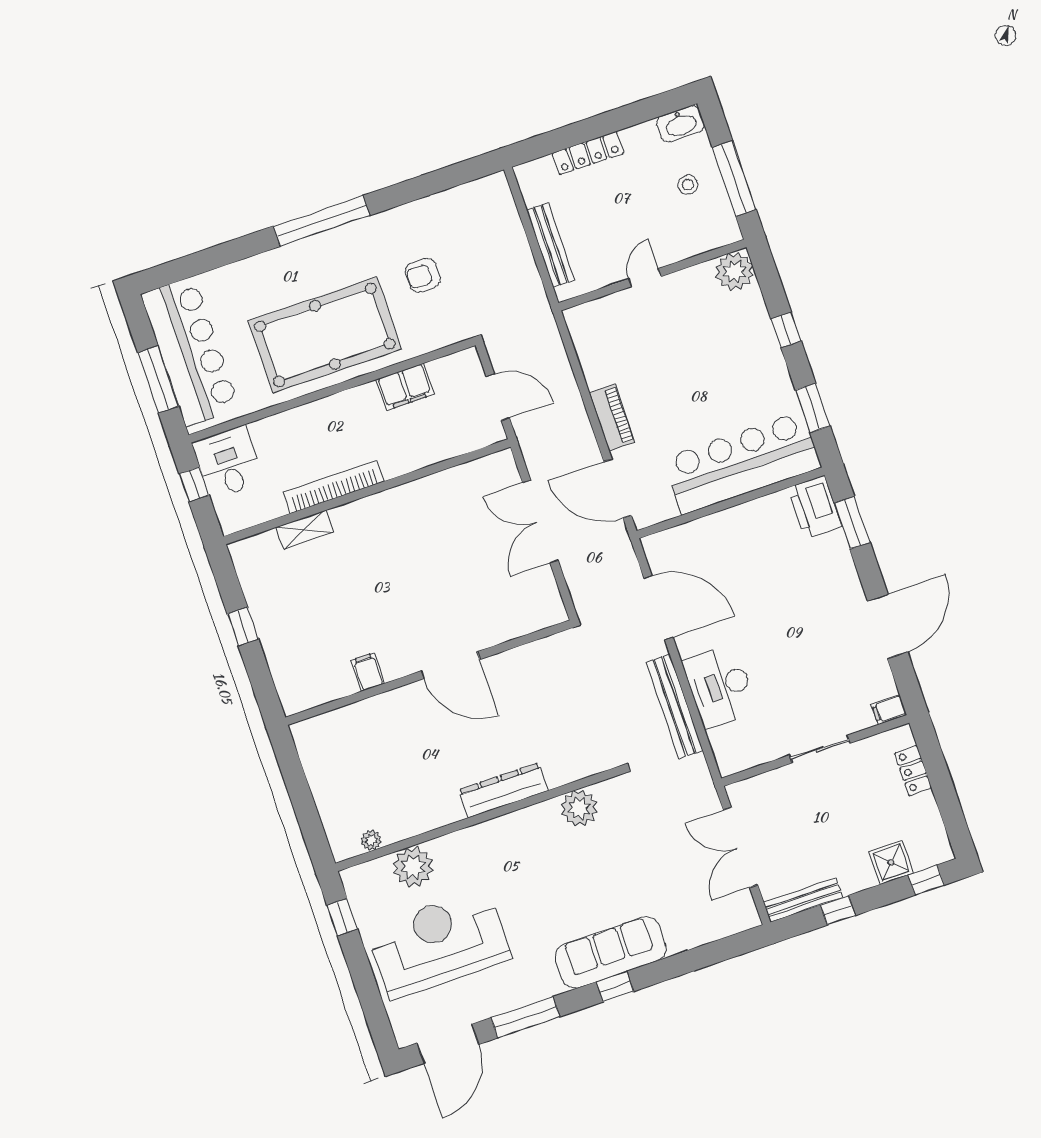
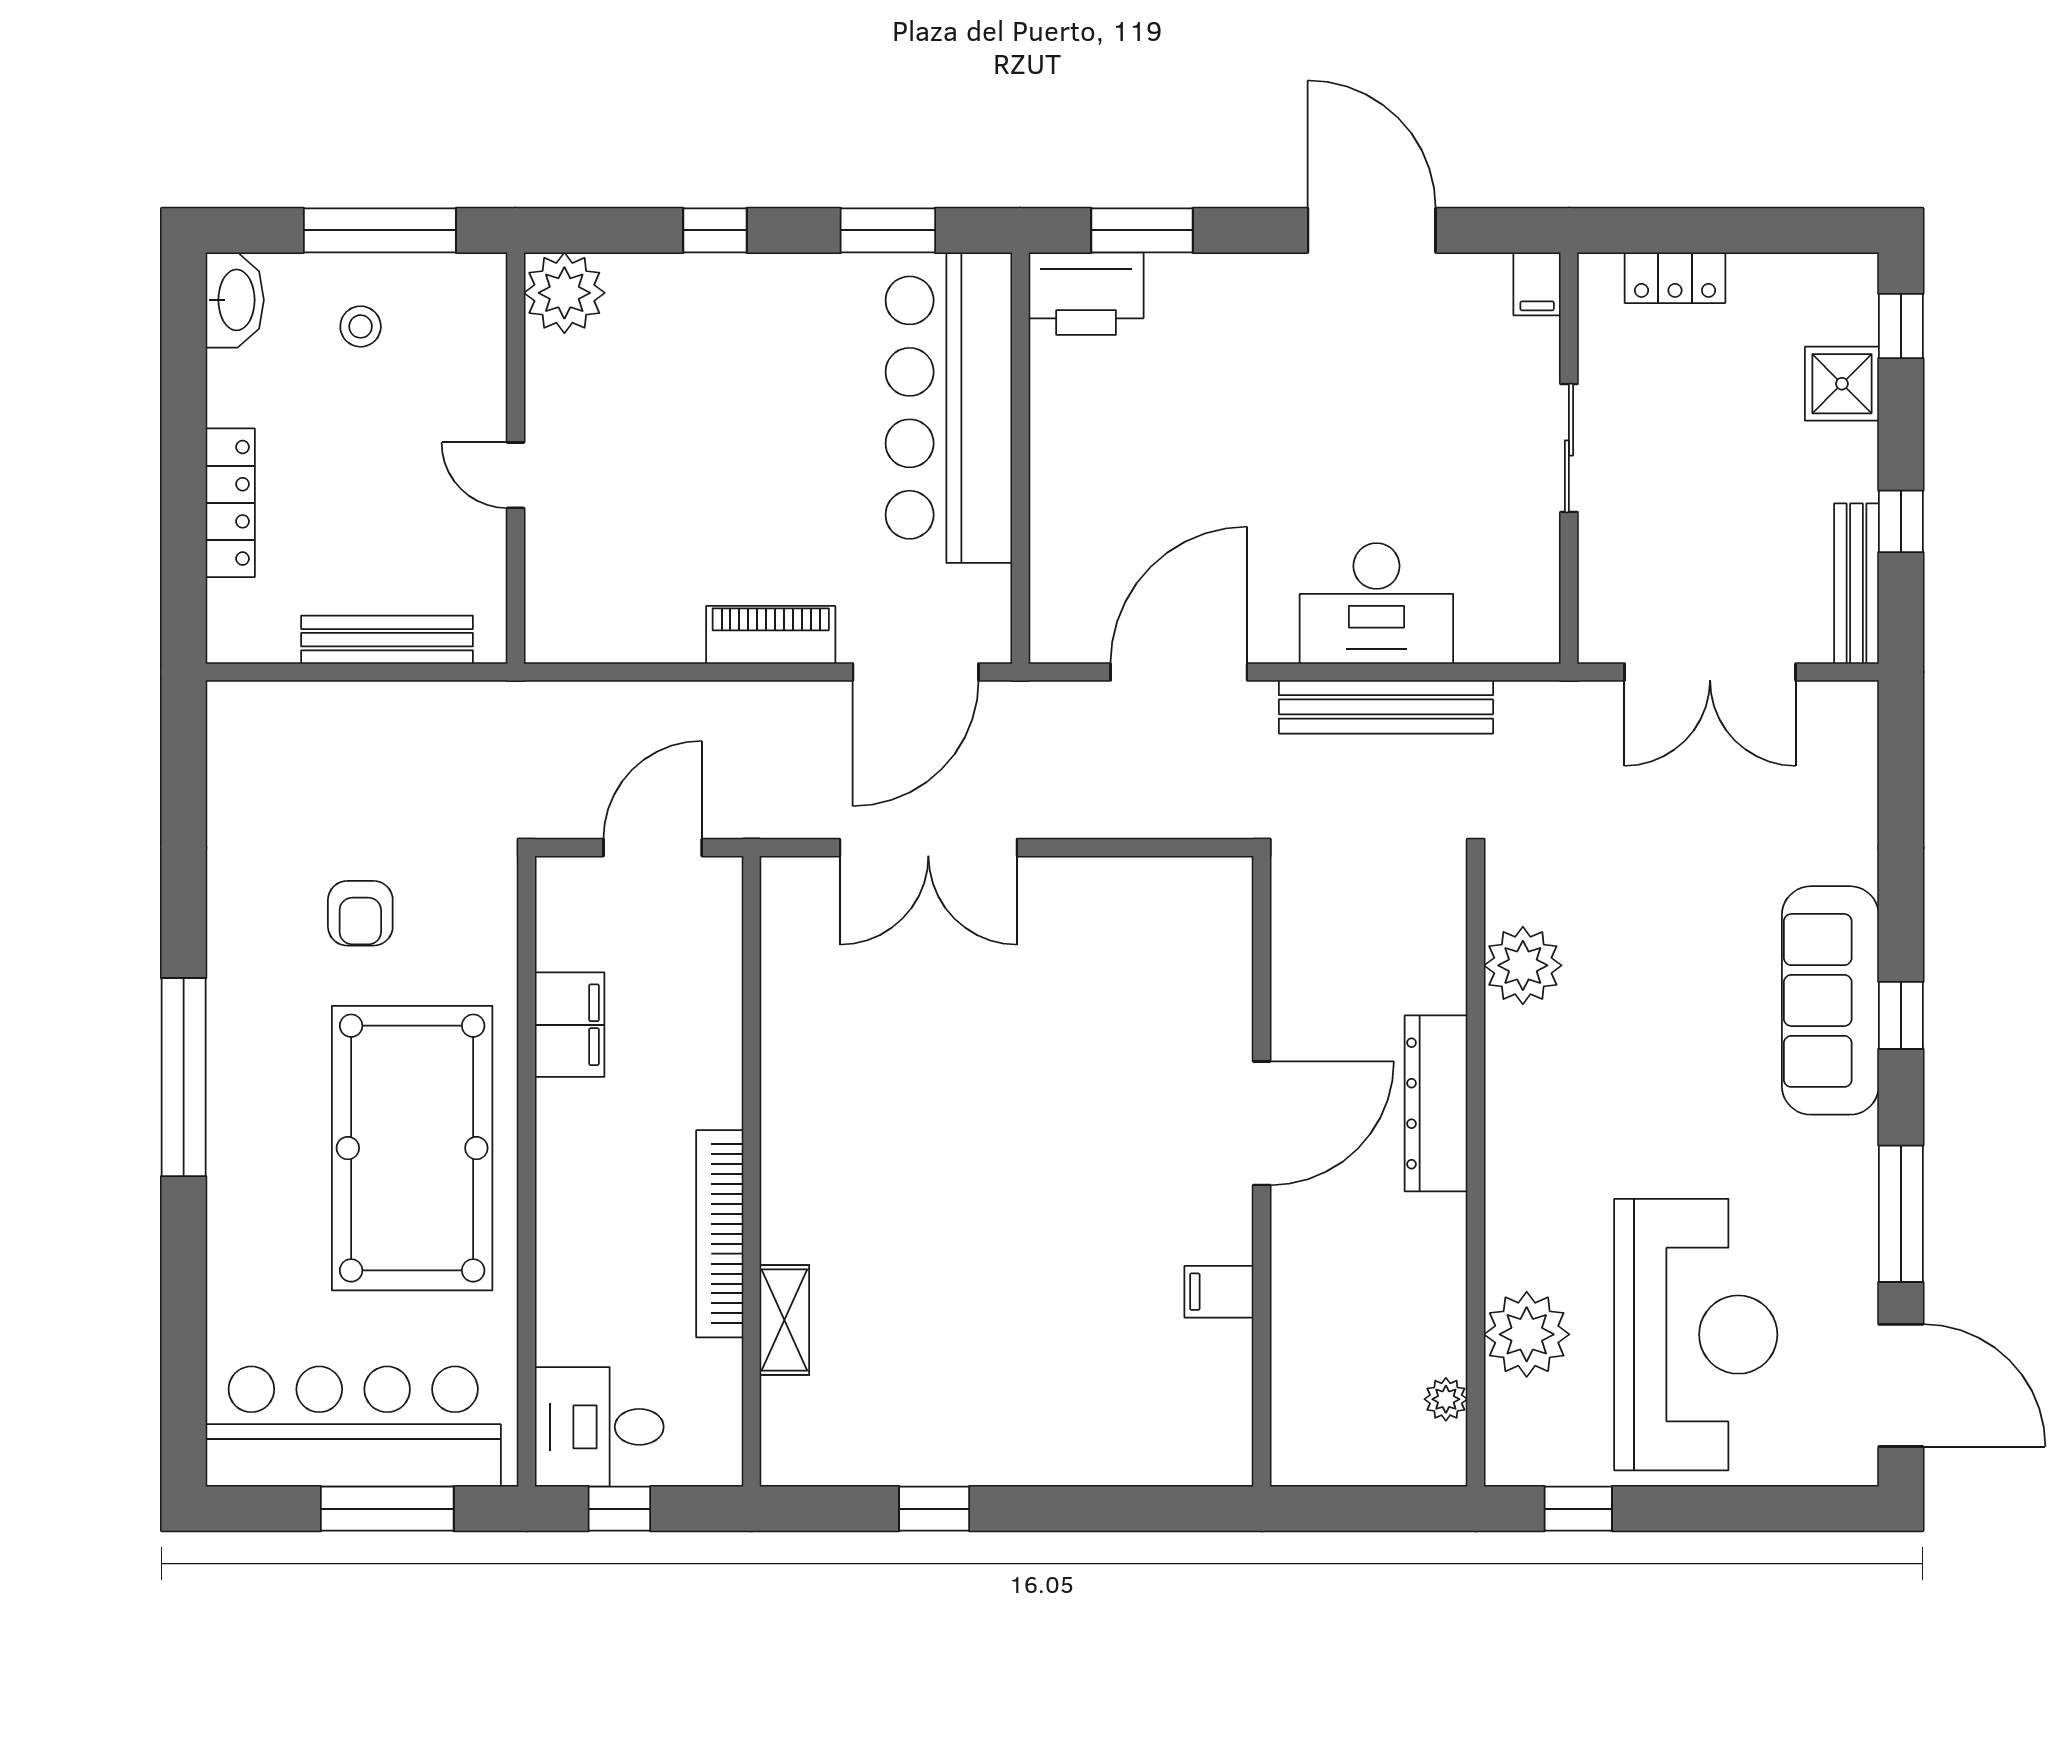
door: (450, 665) -> (1262, 1123), moved
filing cabinet: (368, 672) -> (1219, 1292), moved
wall: (429, 673) -> (1262, 1171), moved
reception desk: (439, 943) -> (1696, 1335), turned 180

